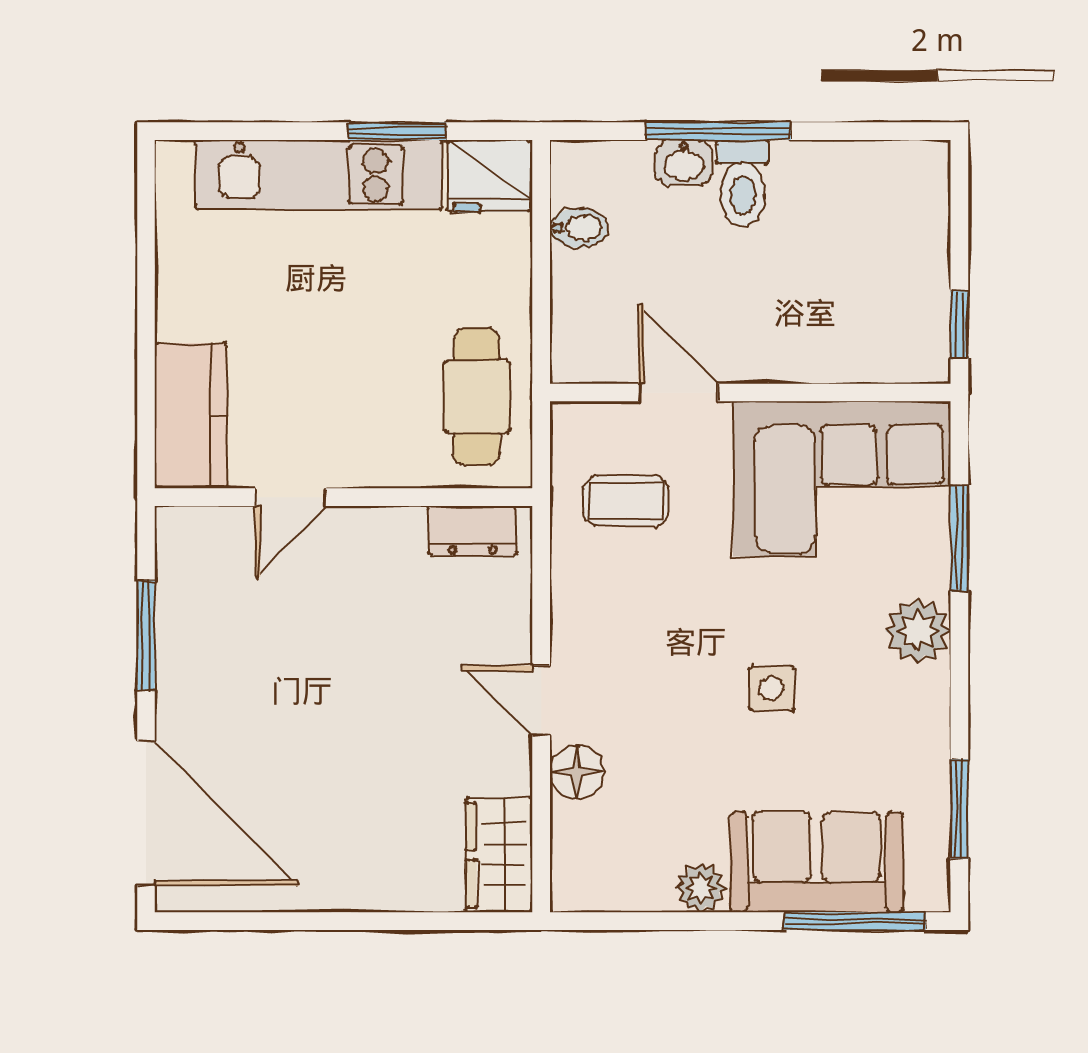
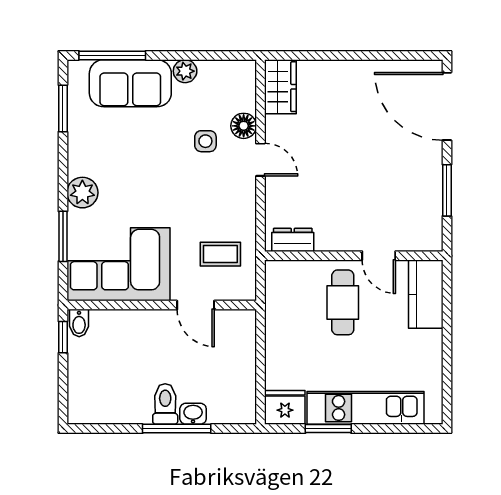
bidet: (579, 228) -> (79, 323), moved, turned -90
cafe table: (477, 397) -> (343, 302), moved
door: (290, 497) -> (379, 256), swing flipped
side table: (771, 688) -> (205, 141), moved

